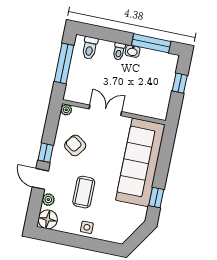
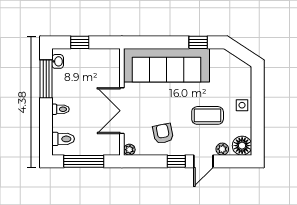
washbasin: (132, 51) -> (58, 61), moved
double door: (105, 110) -> (122, 111), width x1.37
armchair: (75, 145) -> (163, 134), turned 134

